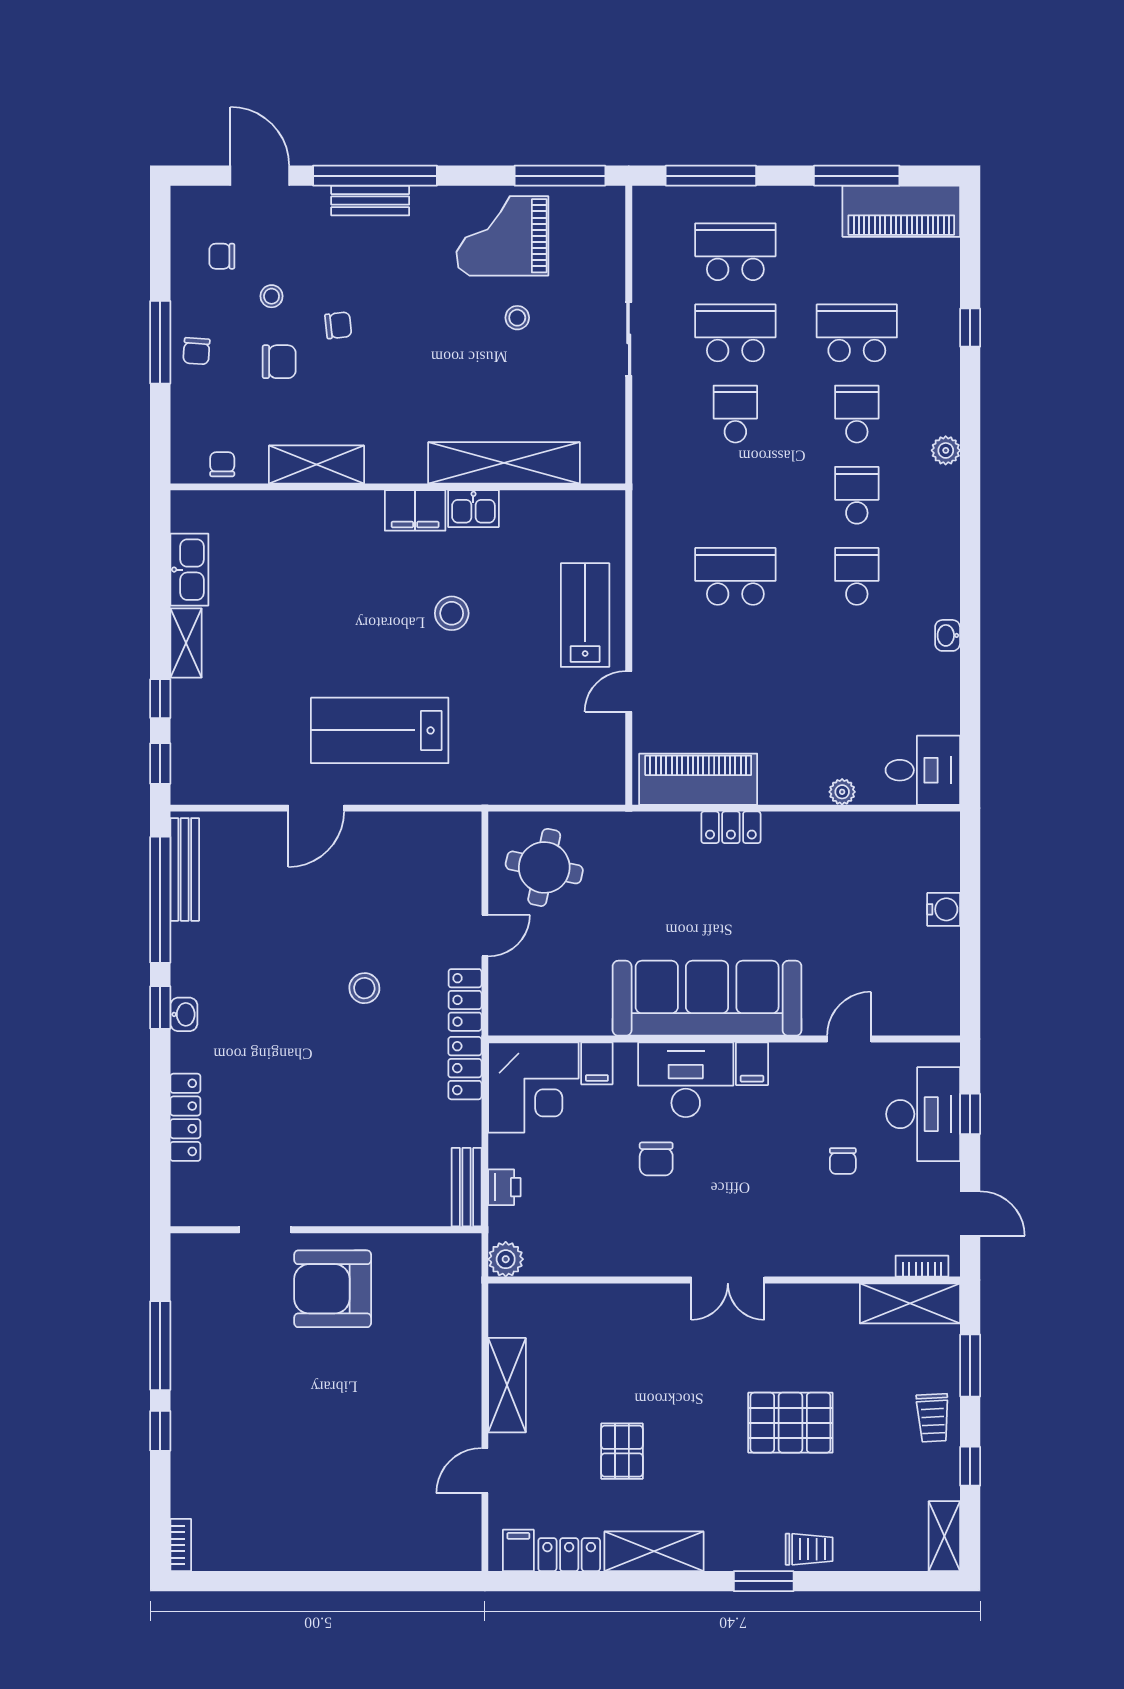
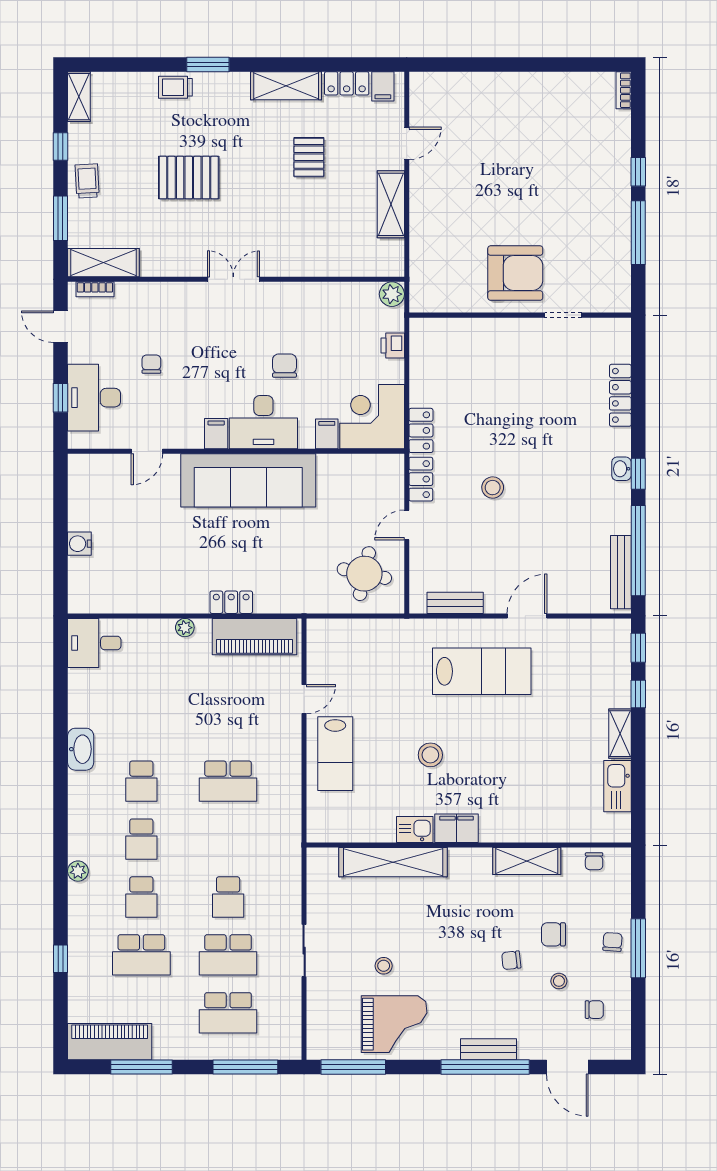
washbasin: (948, 635) -> (81, 749), width x1.91, depth x1.45
plant: (842, 792) -> (185, 628), moved
bench: (467, 1187) -> (455, 603), moved, turned 90

